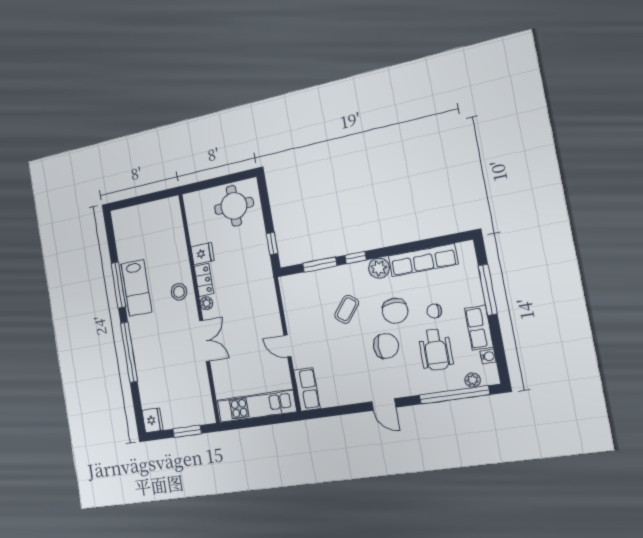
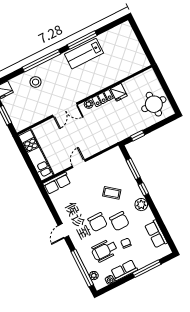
row of seats: (423, 260) -> (156, 234), width x0.68
stool: (179, 292) -> (36, 82), moved
chair: (395, 311) -> (119, 221), turned -91

